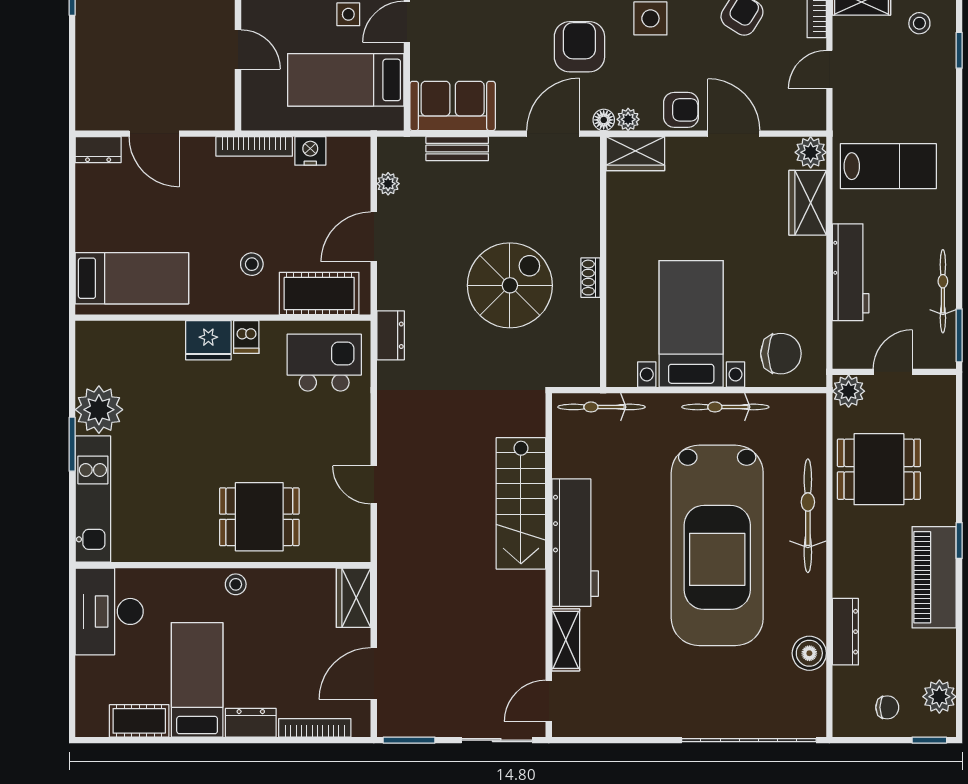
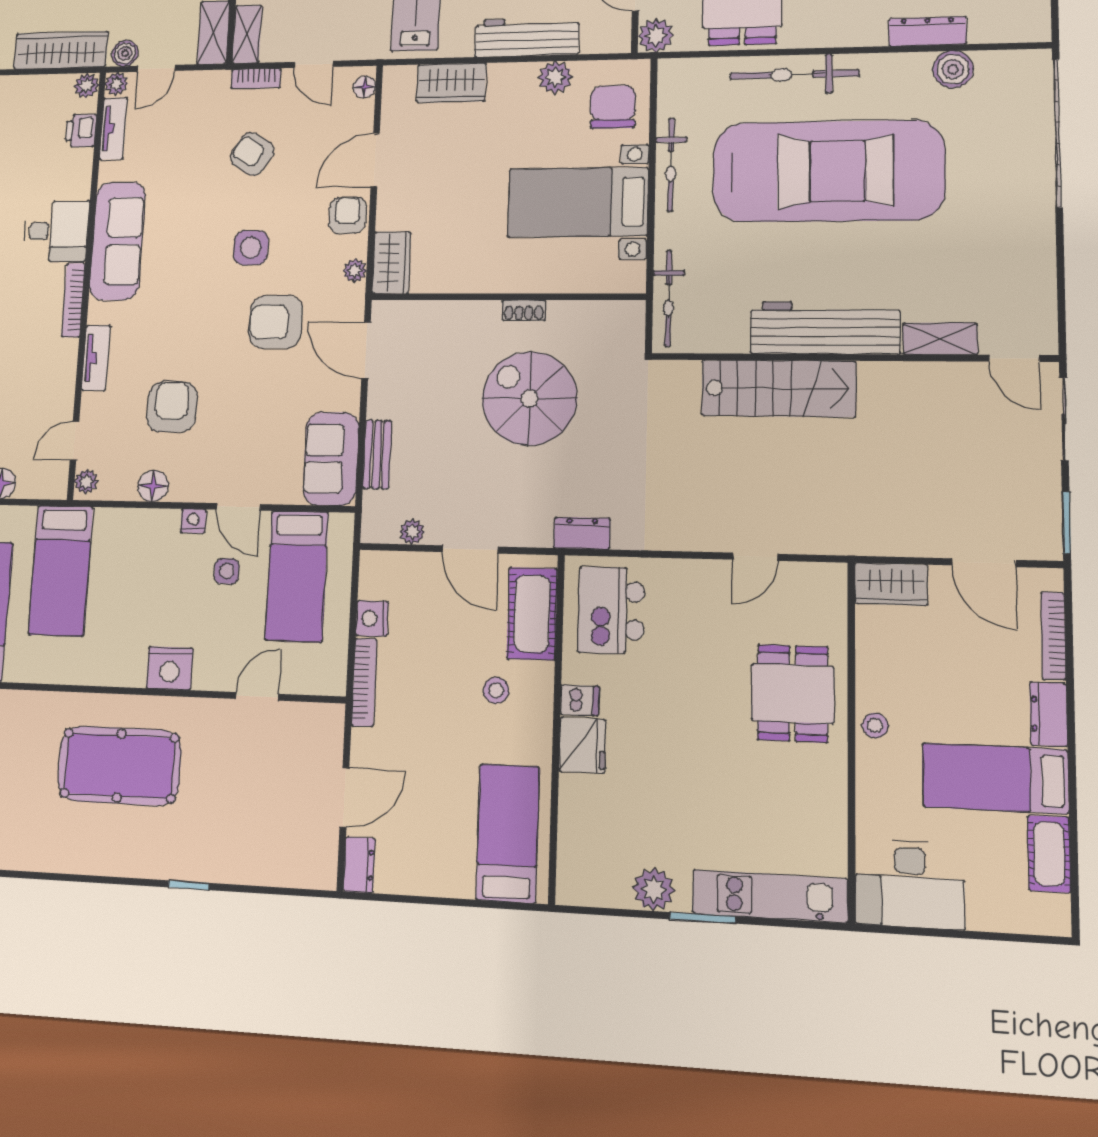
floor lamp: (604, 120) -> (364, 87), moved
plant: (811, 152) -> (555, 77), moved
plant: (99, 410) -> (654, 889), width x0.73, depth x0.73

